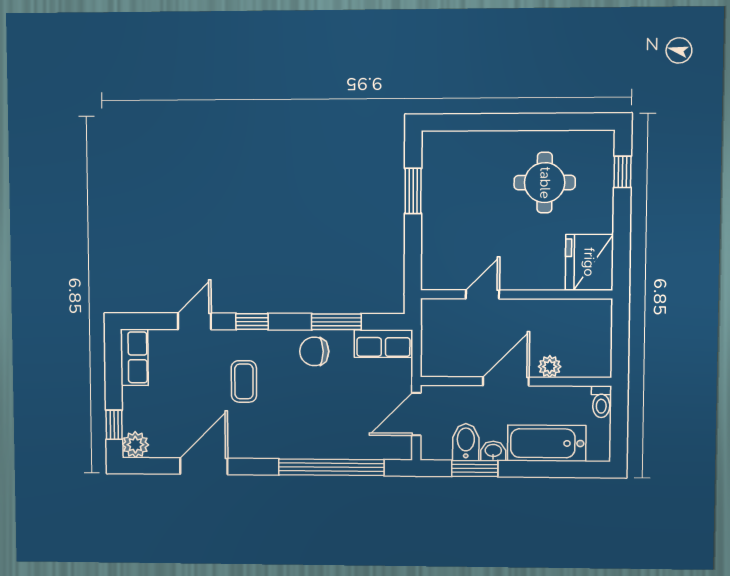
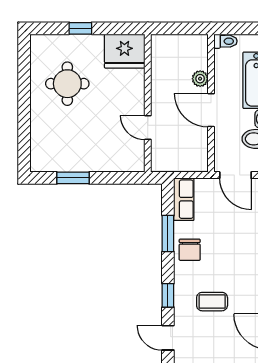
window: (623, 172) -> (80, 28), moved

